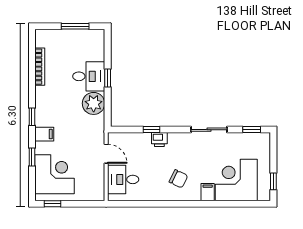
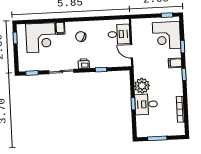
printer: (159, 140) -> (84, 64), moved

